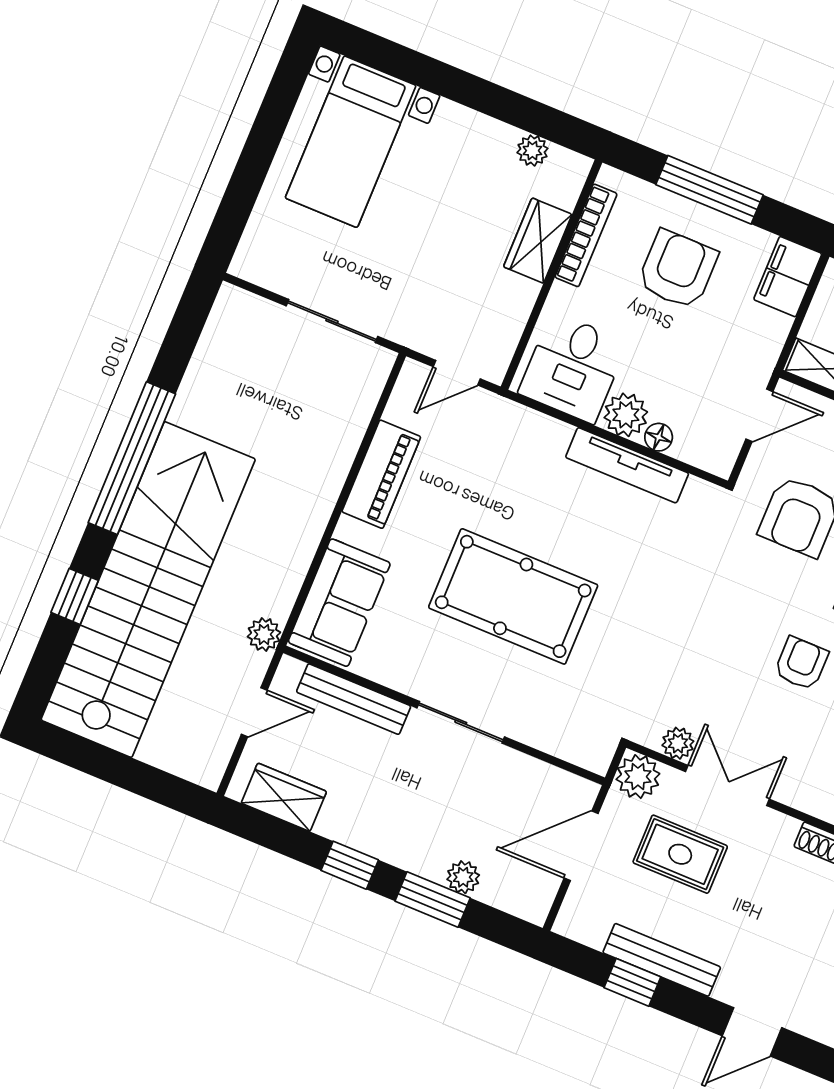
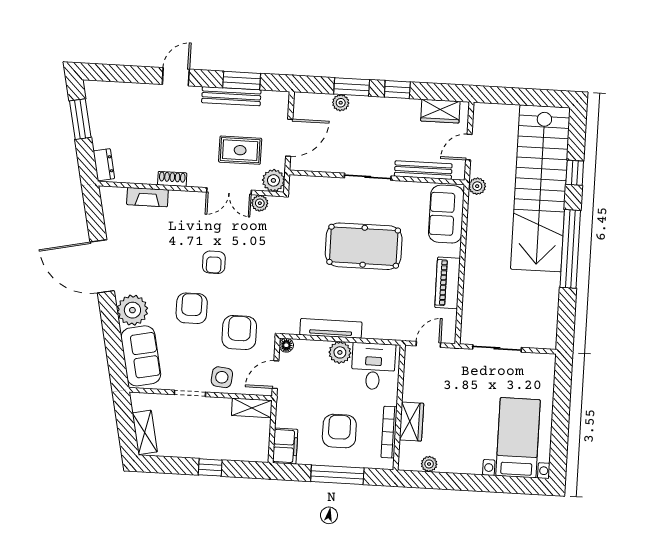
armchair: (678, 269) -> (339, 431), turned 180
floor lamp: (659, 437) -> (286, 345), moved
window: (632, 982) -> (242, 81), width x1.50

